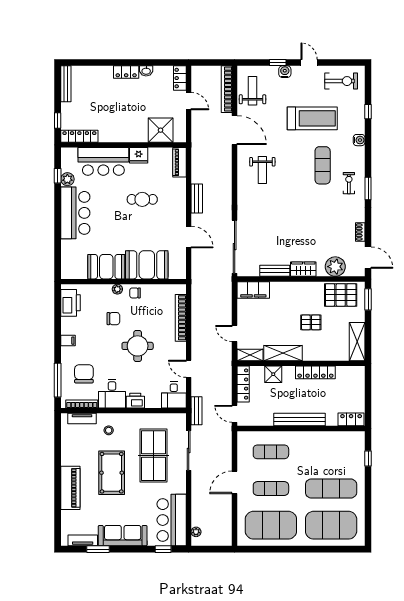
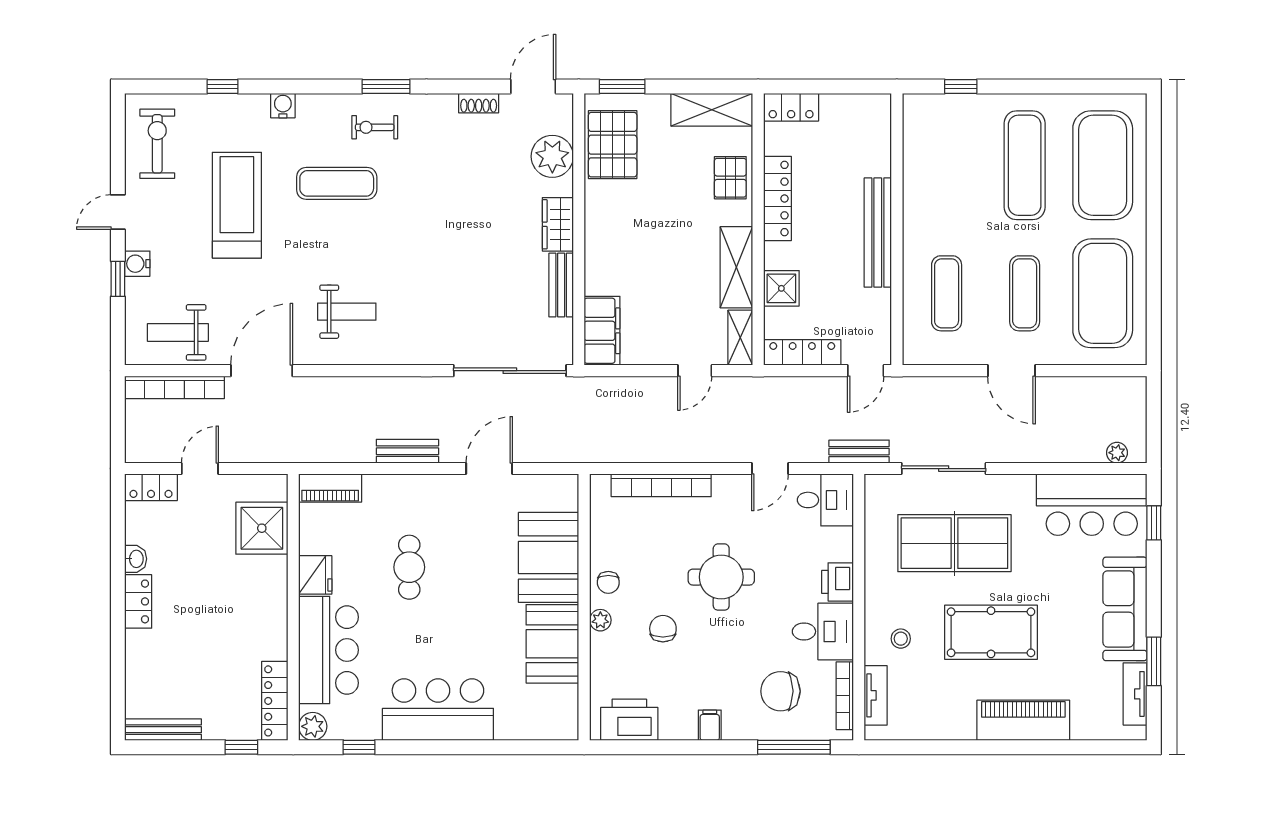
plant: (67, 179) -> (313, 726), moved
pallet: (311, 322) -> (730, 178), moved
locker: (351, 419) -> (791, 107), moved, turned -90

